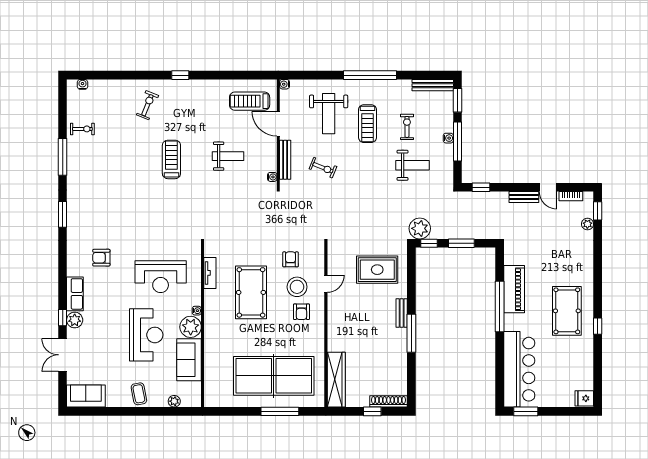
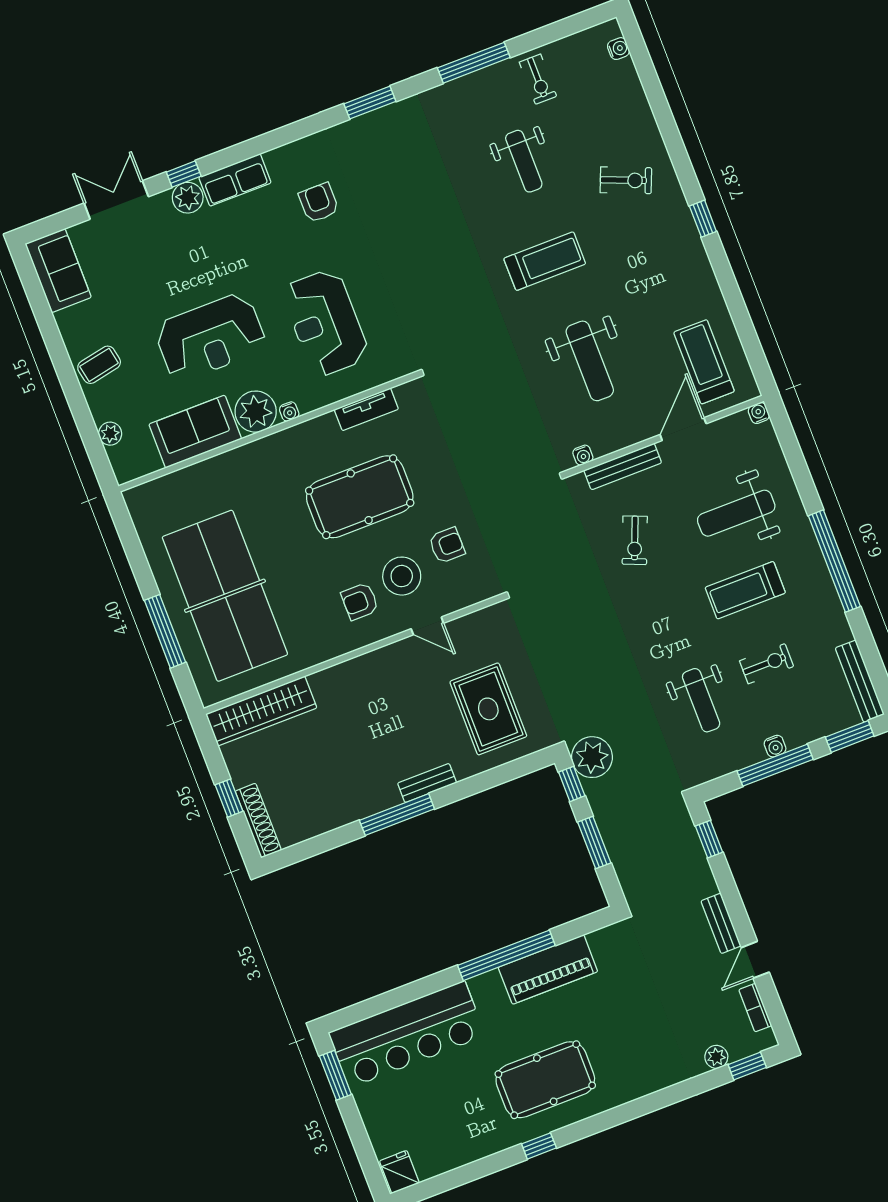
weight bench: (119, 151) -> (524, 161), added
weight bench: (228, 156) -> (590, 361), width x1.36, depth x1.33

